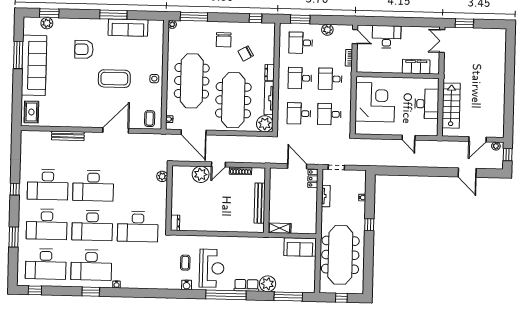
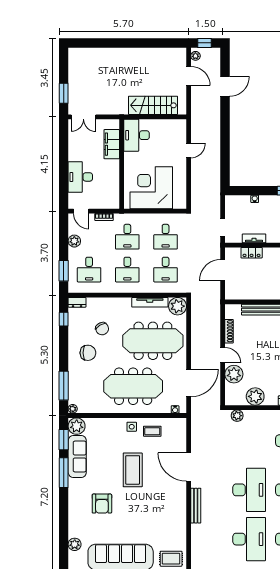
window: (49, 13) -> (64, 440), moved
plant: (156, 28) -> (77, 426), added
door: (355, 37) -> (81, 211), swing flipped
dresser: (270, 73) -> (77, 302), moved
desk: (427, 104) -> (137, 135), moved, turned -90
coffee table: (150, 119) -> (152, 431), moved
bench: (68, 136) -> (196, 506), moved
locker: (313, 179) -> (252, 253), moved
plant: (179, 194) -> (255, 396), added

